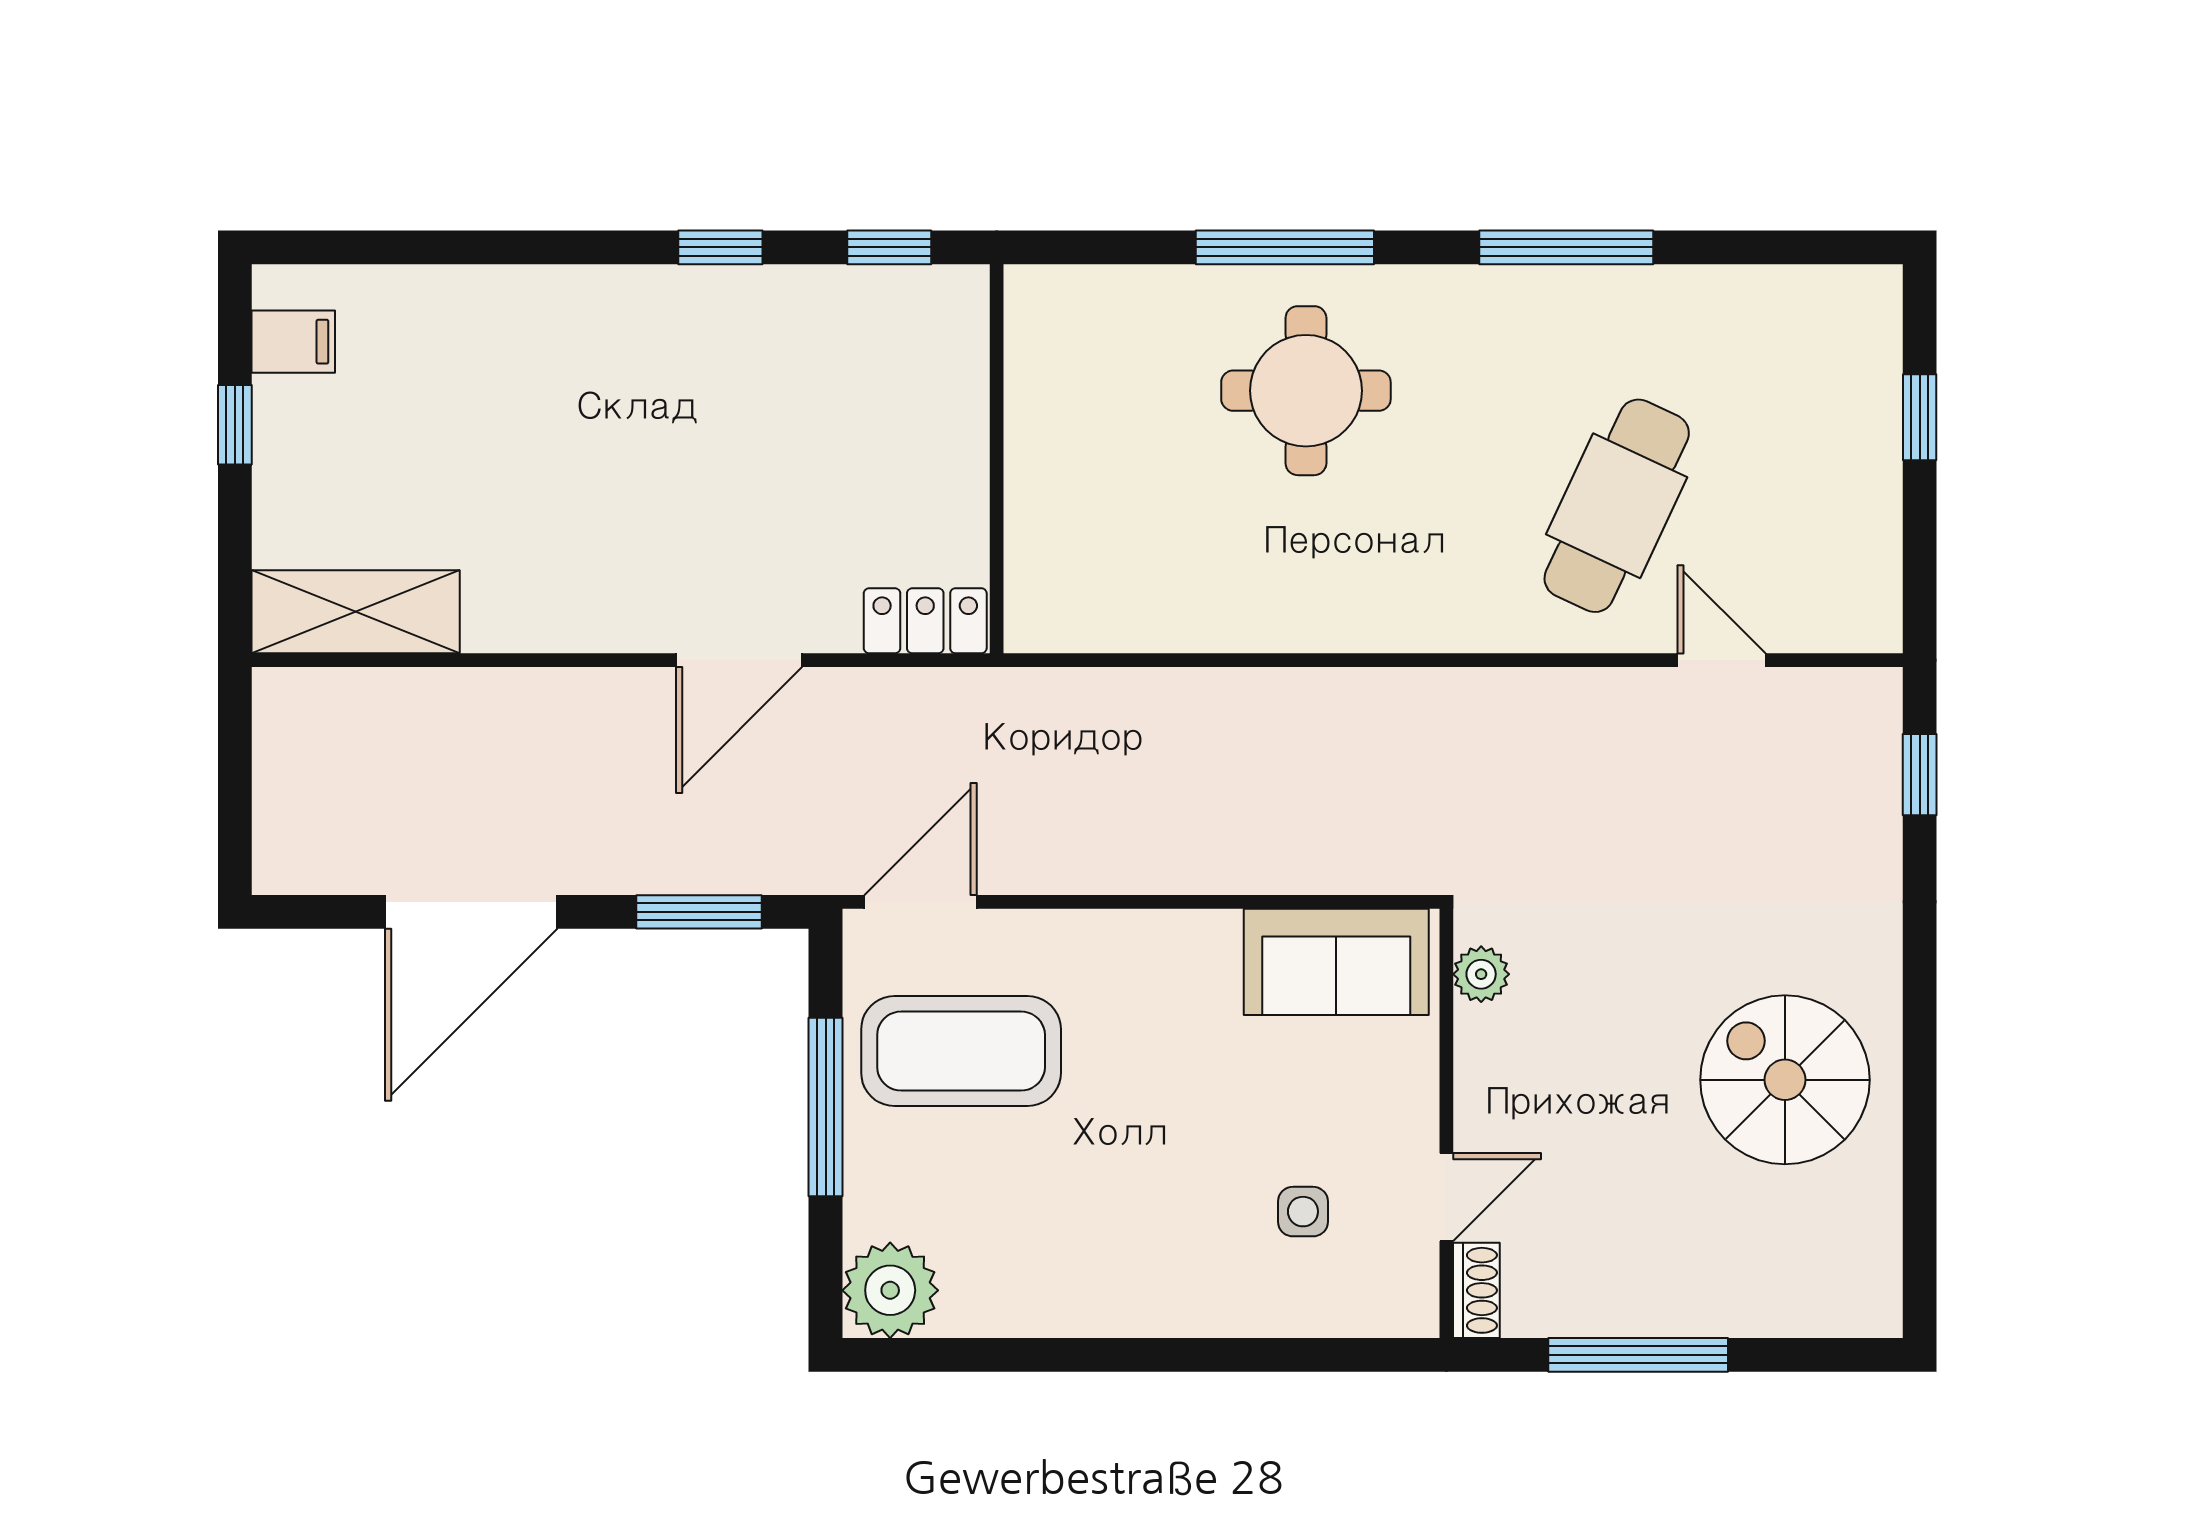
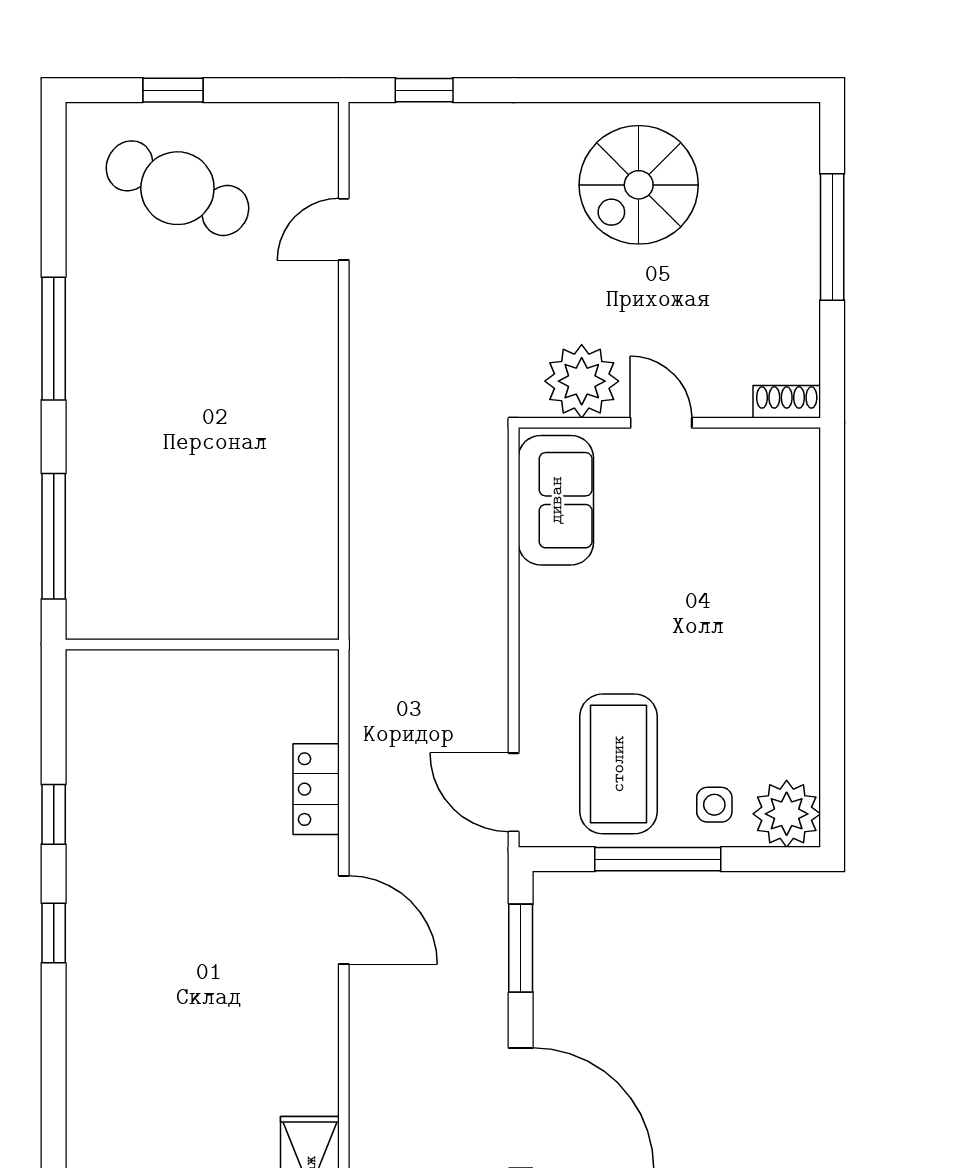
round table: (1306, 391) -> (154, 521), removed
wall: (997, 459) -> (202, 645), moved
cafe table: (1617, 506) -> (177, 188), moved
plant: (1481, 974) -> (582, 381), width x1.88, depth x1.88
door: (1446, 1197) -> (661, 423), moved
side table: (1303, 1212) -> (714, 805), moved
window: (1638, 1355) -> (832, 237), moved

